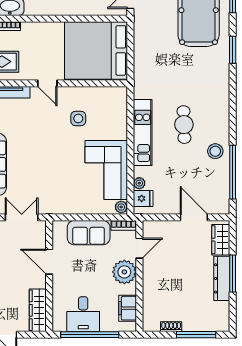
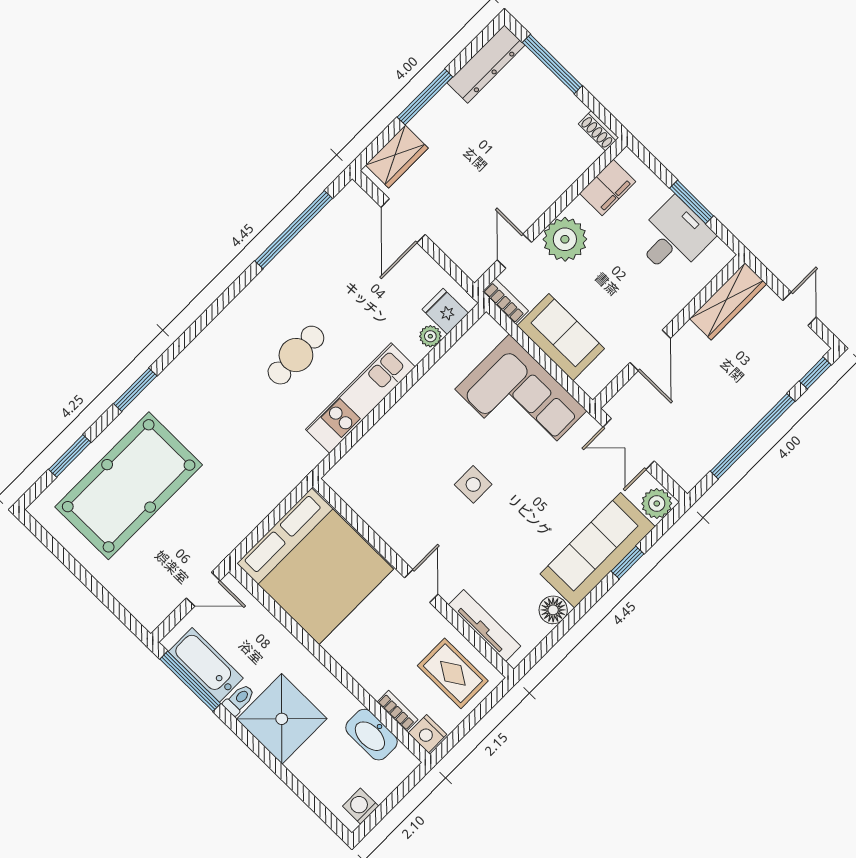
side table: (78, 118) -> (473, 484), moved
stool: (215, 151) -> (289, 280), removed
corner sofa: (106, 170) -> (521, 400), moved, turned 90
plant: (121, 207) -> (485, 328), removed
door: (139, 248) -> (514, 251), hinge flipped
dresser: (222, 278) -> (486, 64), moved
shoe rack: (171, 327) -> (598, 131), moved
window: (90, 335) -> (692, 202), width x0.47

